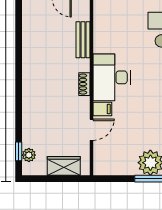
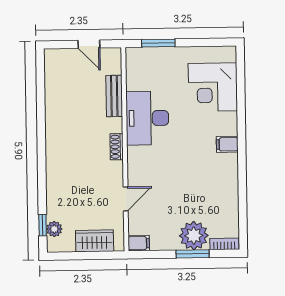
desk: (112, 77) -> (147, 118), moved
filing cabinet: (102, 109) -> (139, 243), moved

